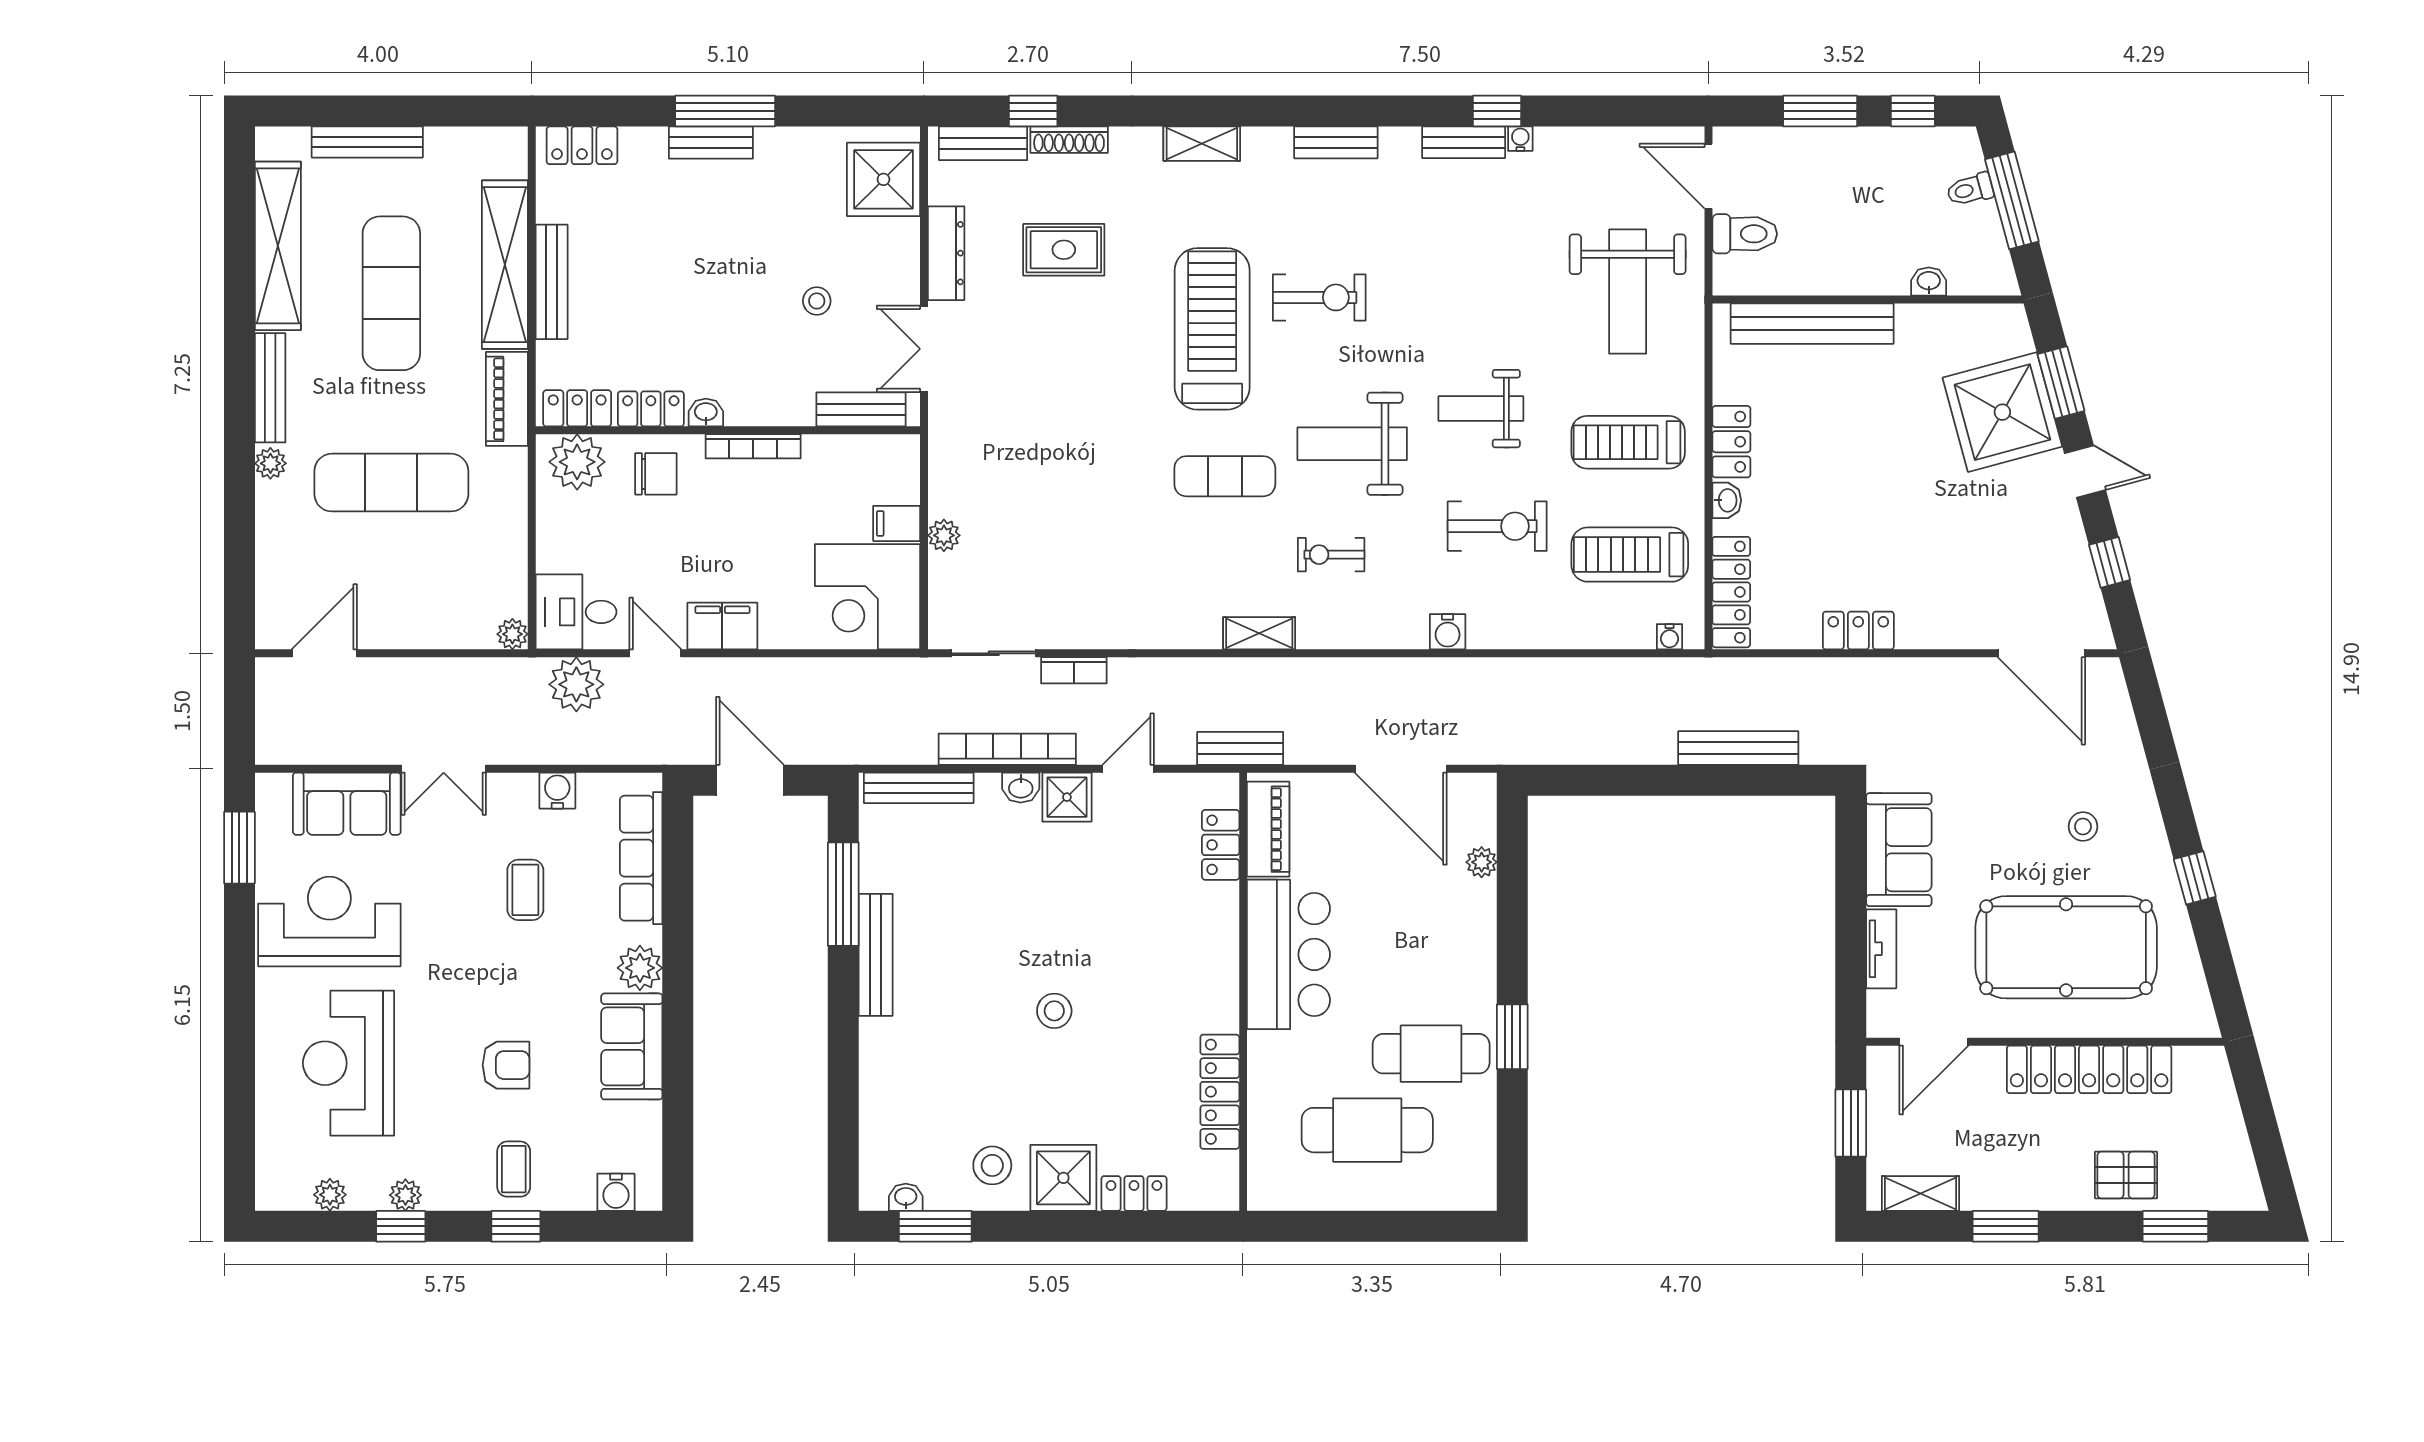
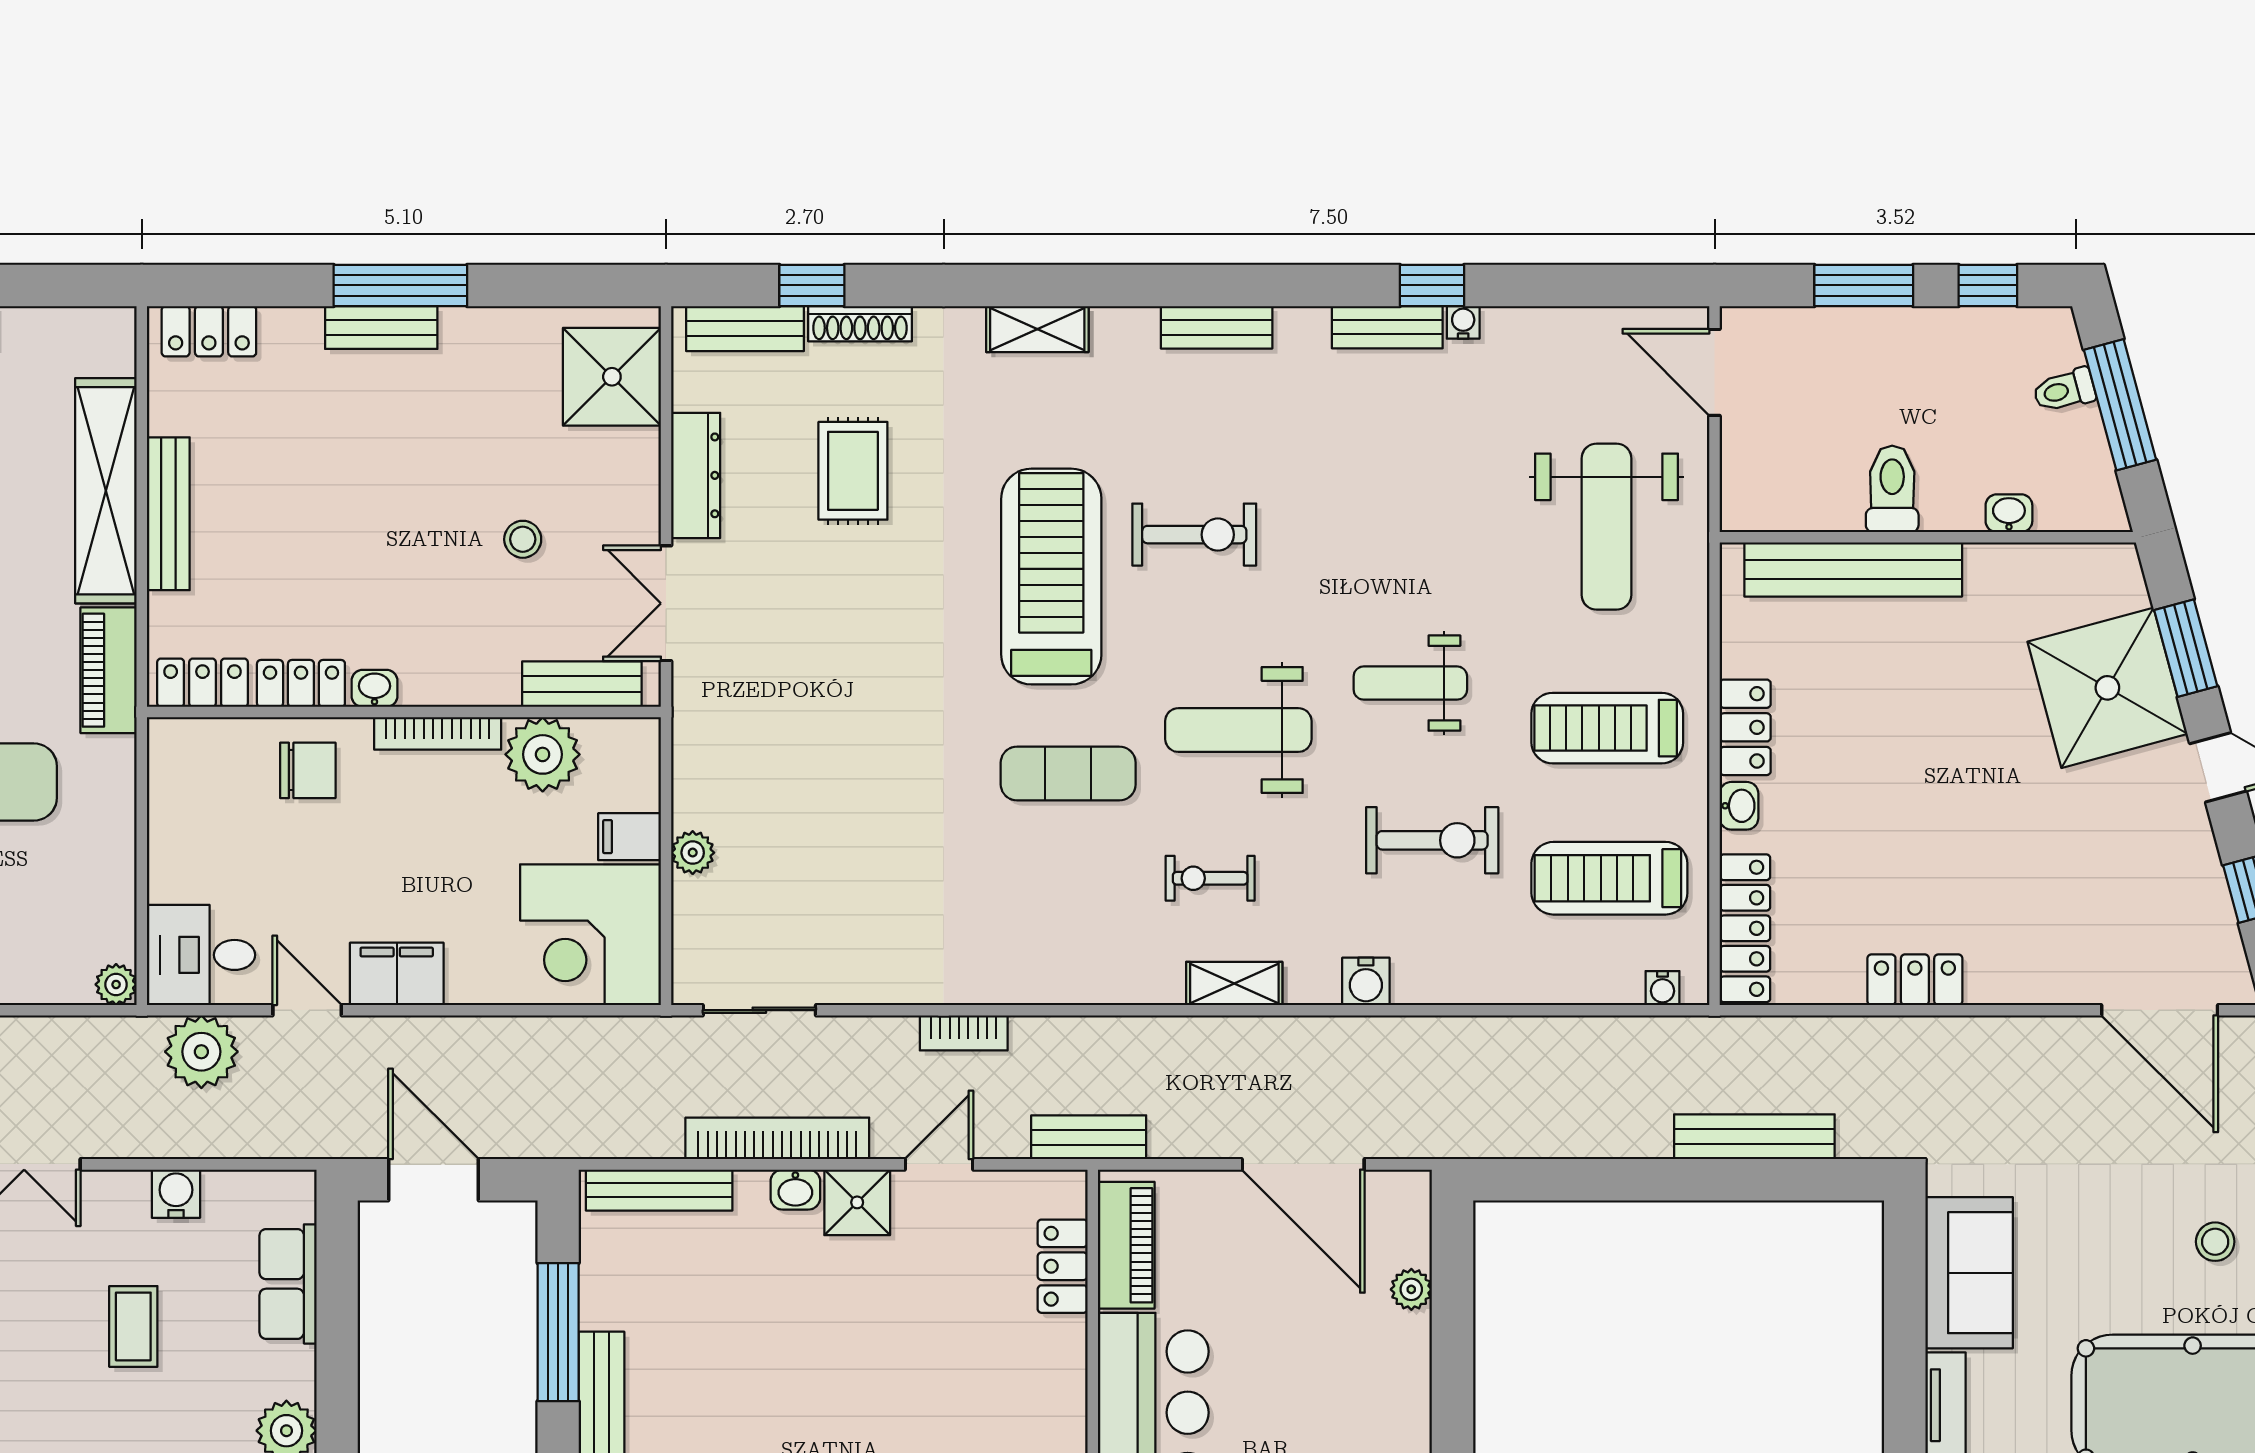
toilet: (1745, 234) -> (1892, 489), moved, turned -90
rug: (1064, 250) -> (853, 471), turned 90
plant: (577, 462) -> (543, 754), moved
shelving: (1259, 633) -> (1234, 983), moved
bookcase: (1074, 670) -> (964, 1033), moved
row of seats: (641, 858) -> (288, 1284), width x0.68

